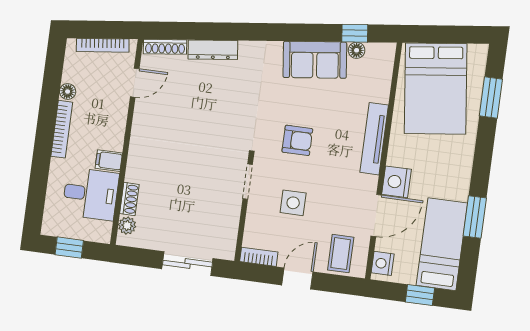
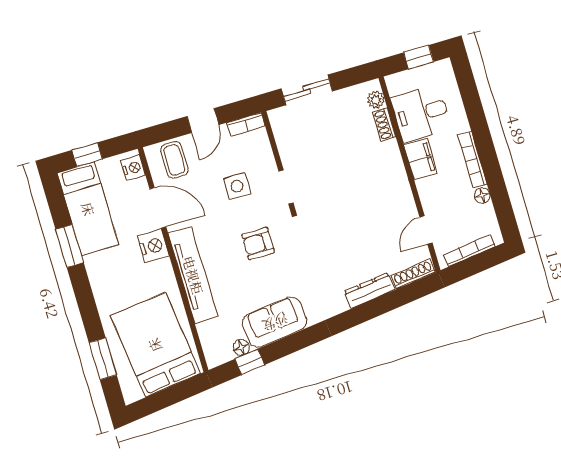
tv unit: (374, 139) -> (193, 275), width x1.36, depth x1.29
filing cabinet: (109, 161) -> (421, 159), width x2.00
door: (376, 216) -> (158, 208), swing flipped

